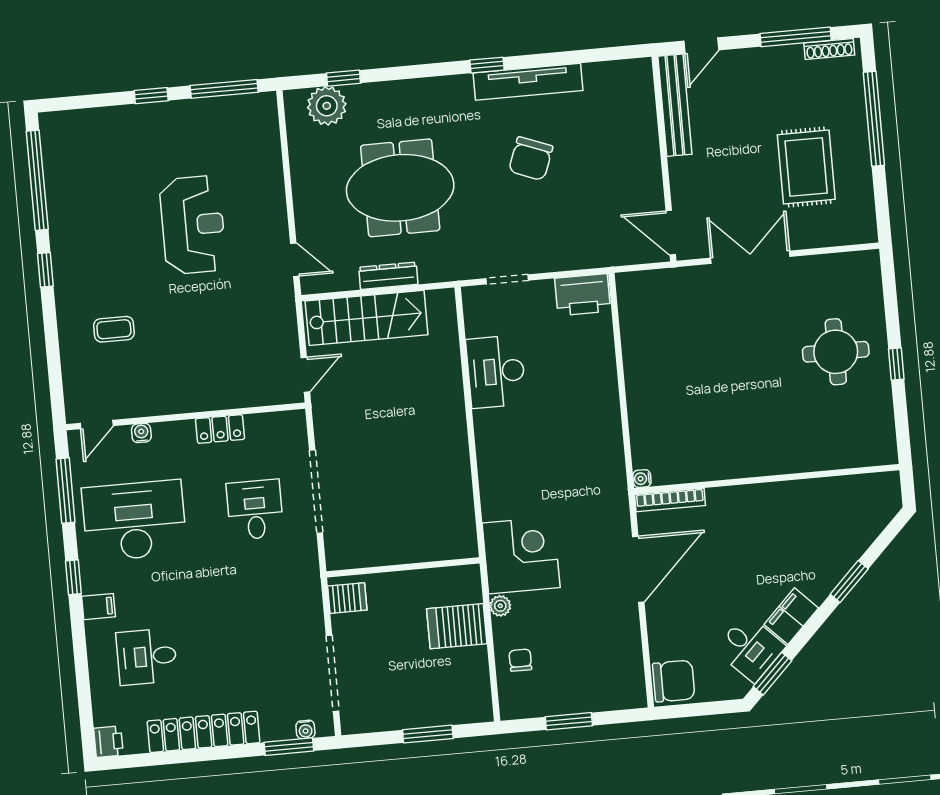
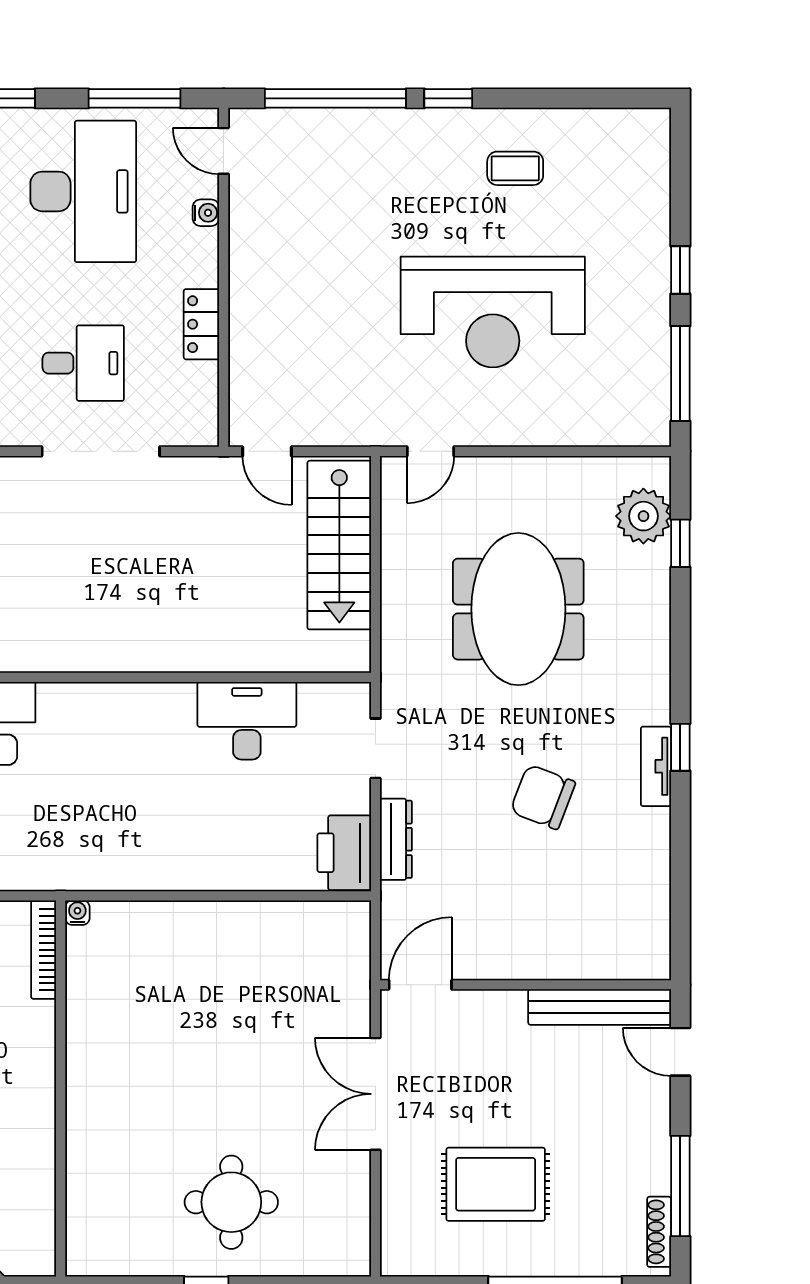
tv unit: (528, 82) -> (656, 766), width x0.52, depth x0.78
window: (37, 180) -> (335, 98), moved
reception desk: (193, 225) -> (493, 312), width x1.36, depth x1.30
double door: (750, 257) -> (376, 1094), swing flipped
dresser: (388, 276) -> (396, 839), moved
coffee table: (114, 329) -> (515, 168), moved, turned 90

